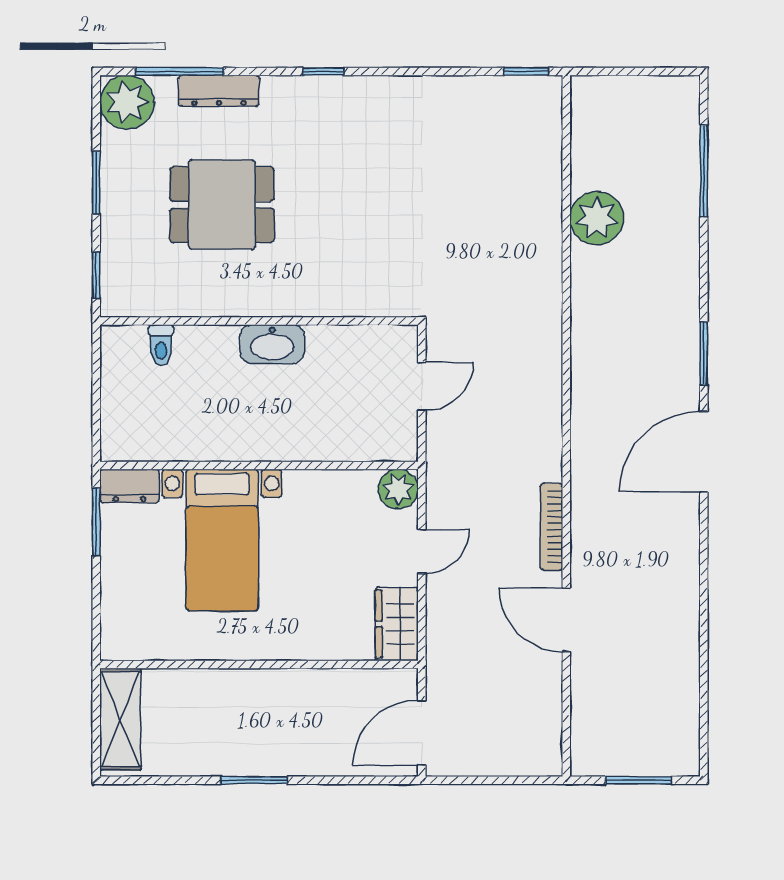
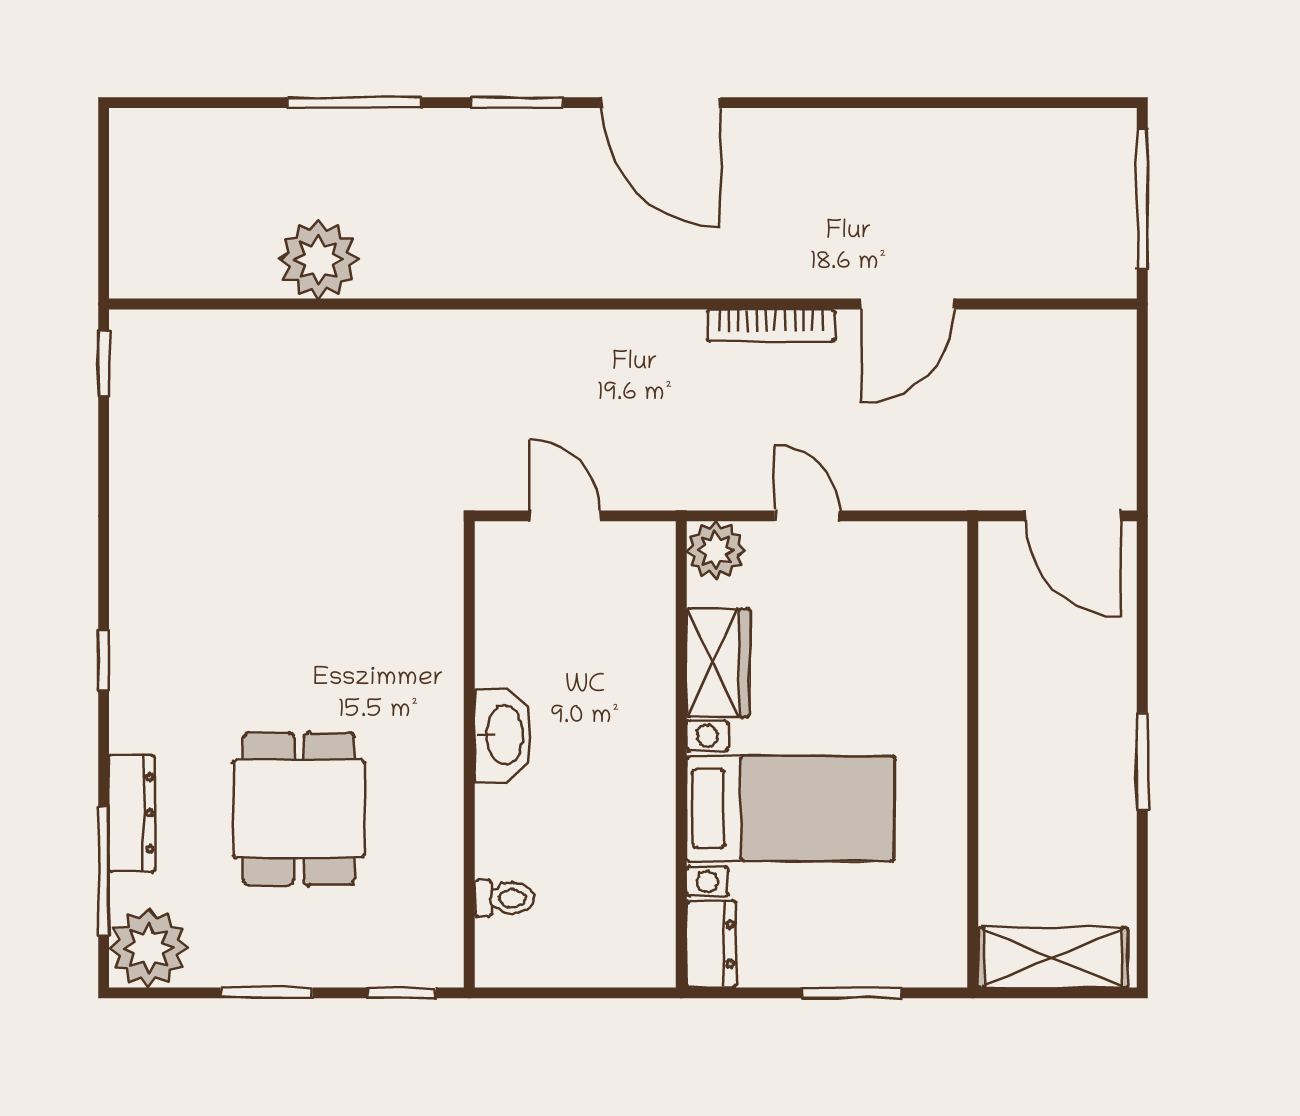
window: (704, 171) -> (354, 103), moved
window: (96, 522) -> (852, 993), moved
wardrobe: (397, 624) -> (718, 663), moved, turned -90
window: (639, 780) -> (1142, 198), width x1.44

